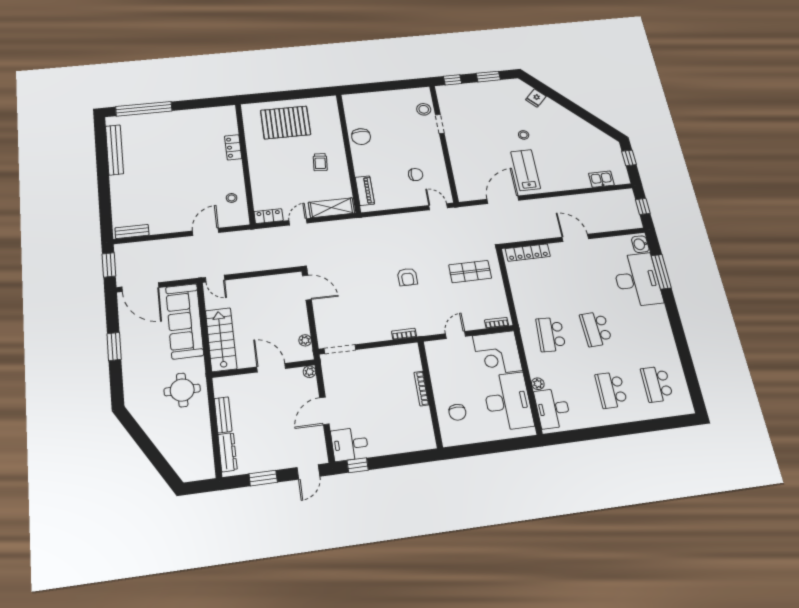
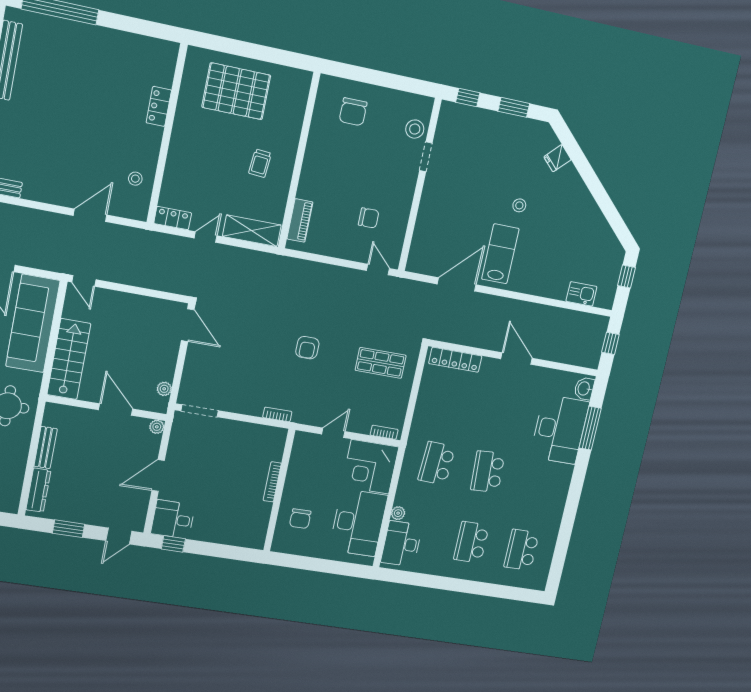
chair: (361, 137) -> (353, 112), moved

